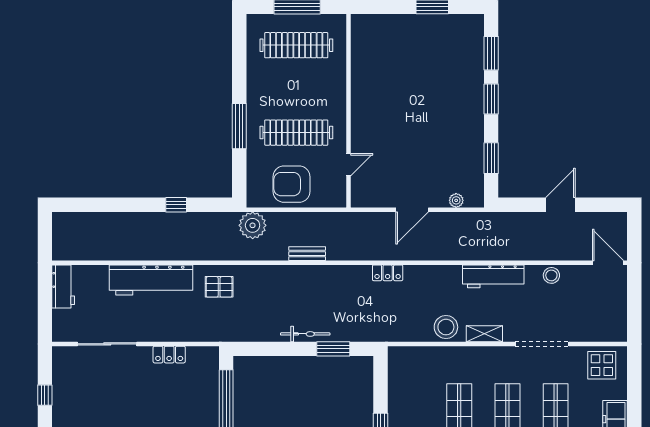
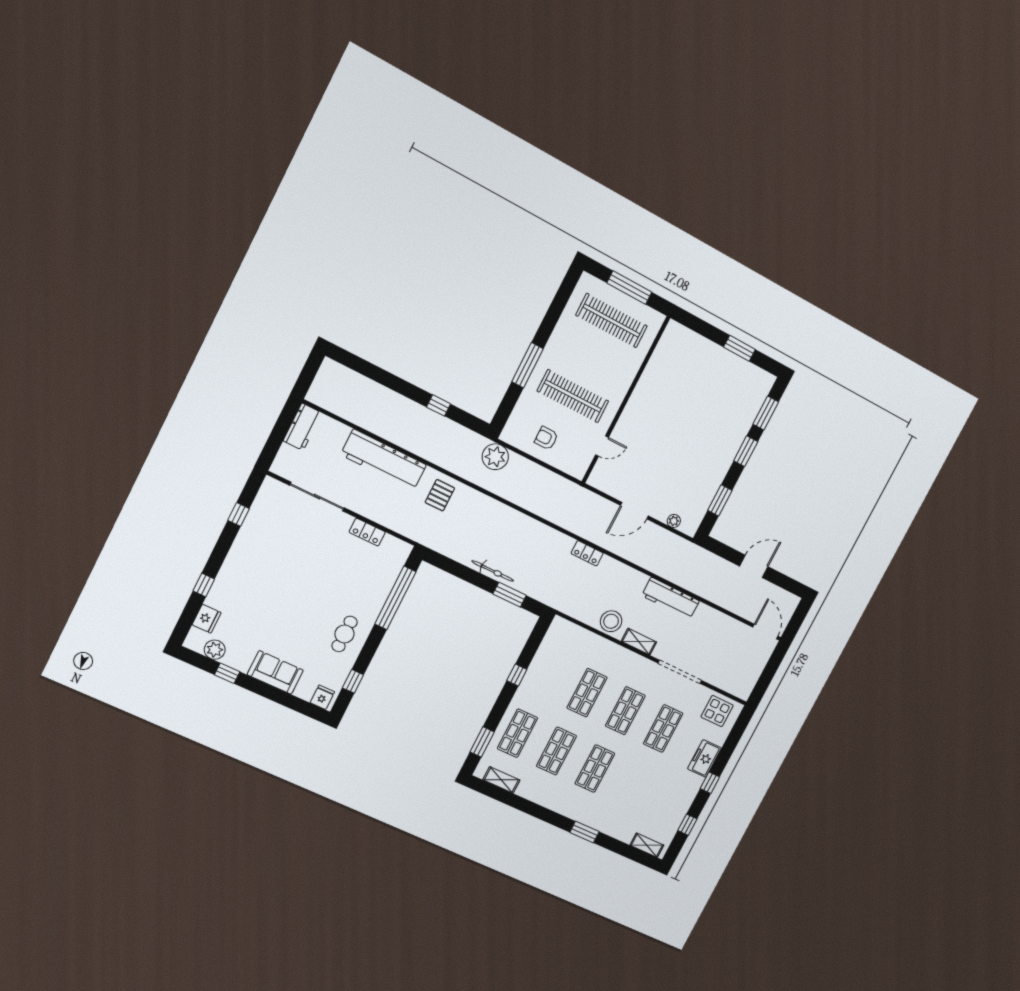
armchair: (292, 184) -> (546, 438), width x0.53, depth x0.53
bench: (307, 254) -> (529, 504), removed
stool: (551, 275) -> (716, 620), removed
pallet: (219, 287) -> (440, 495), turned 90

